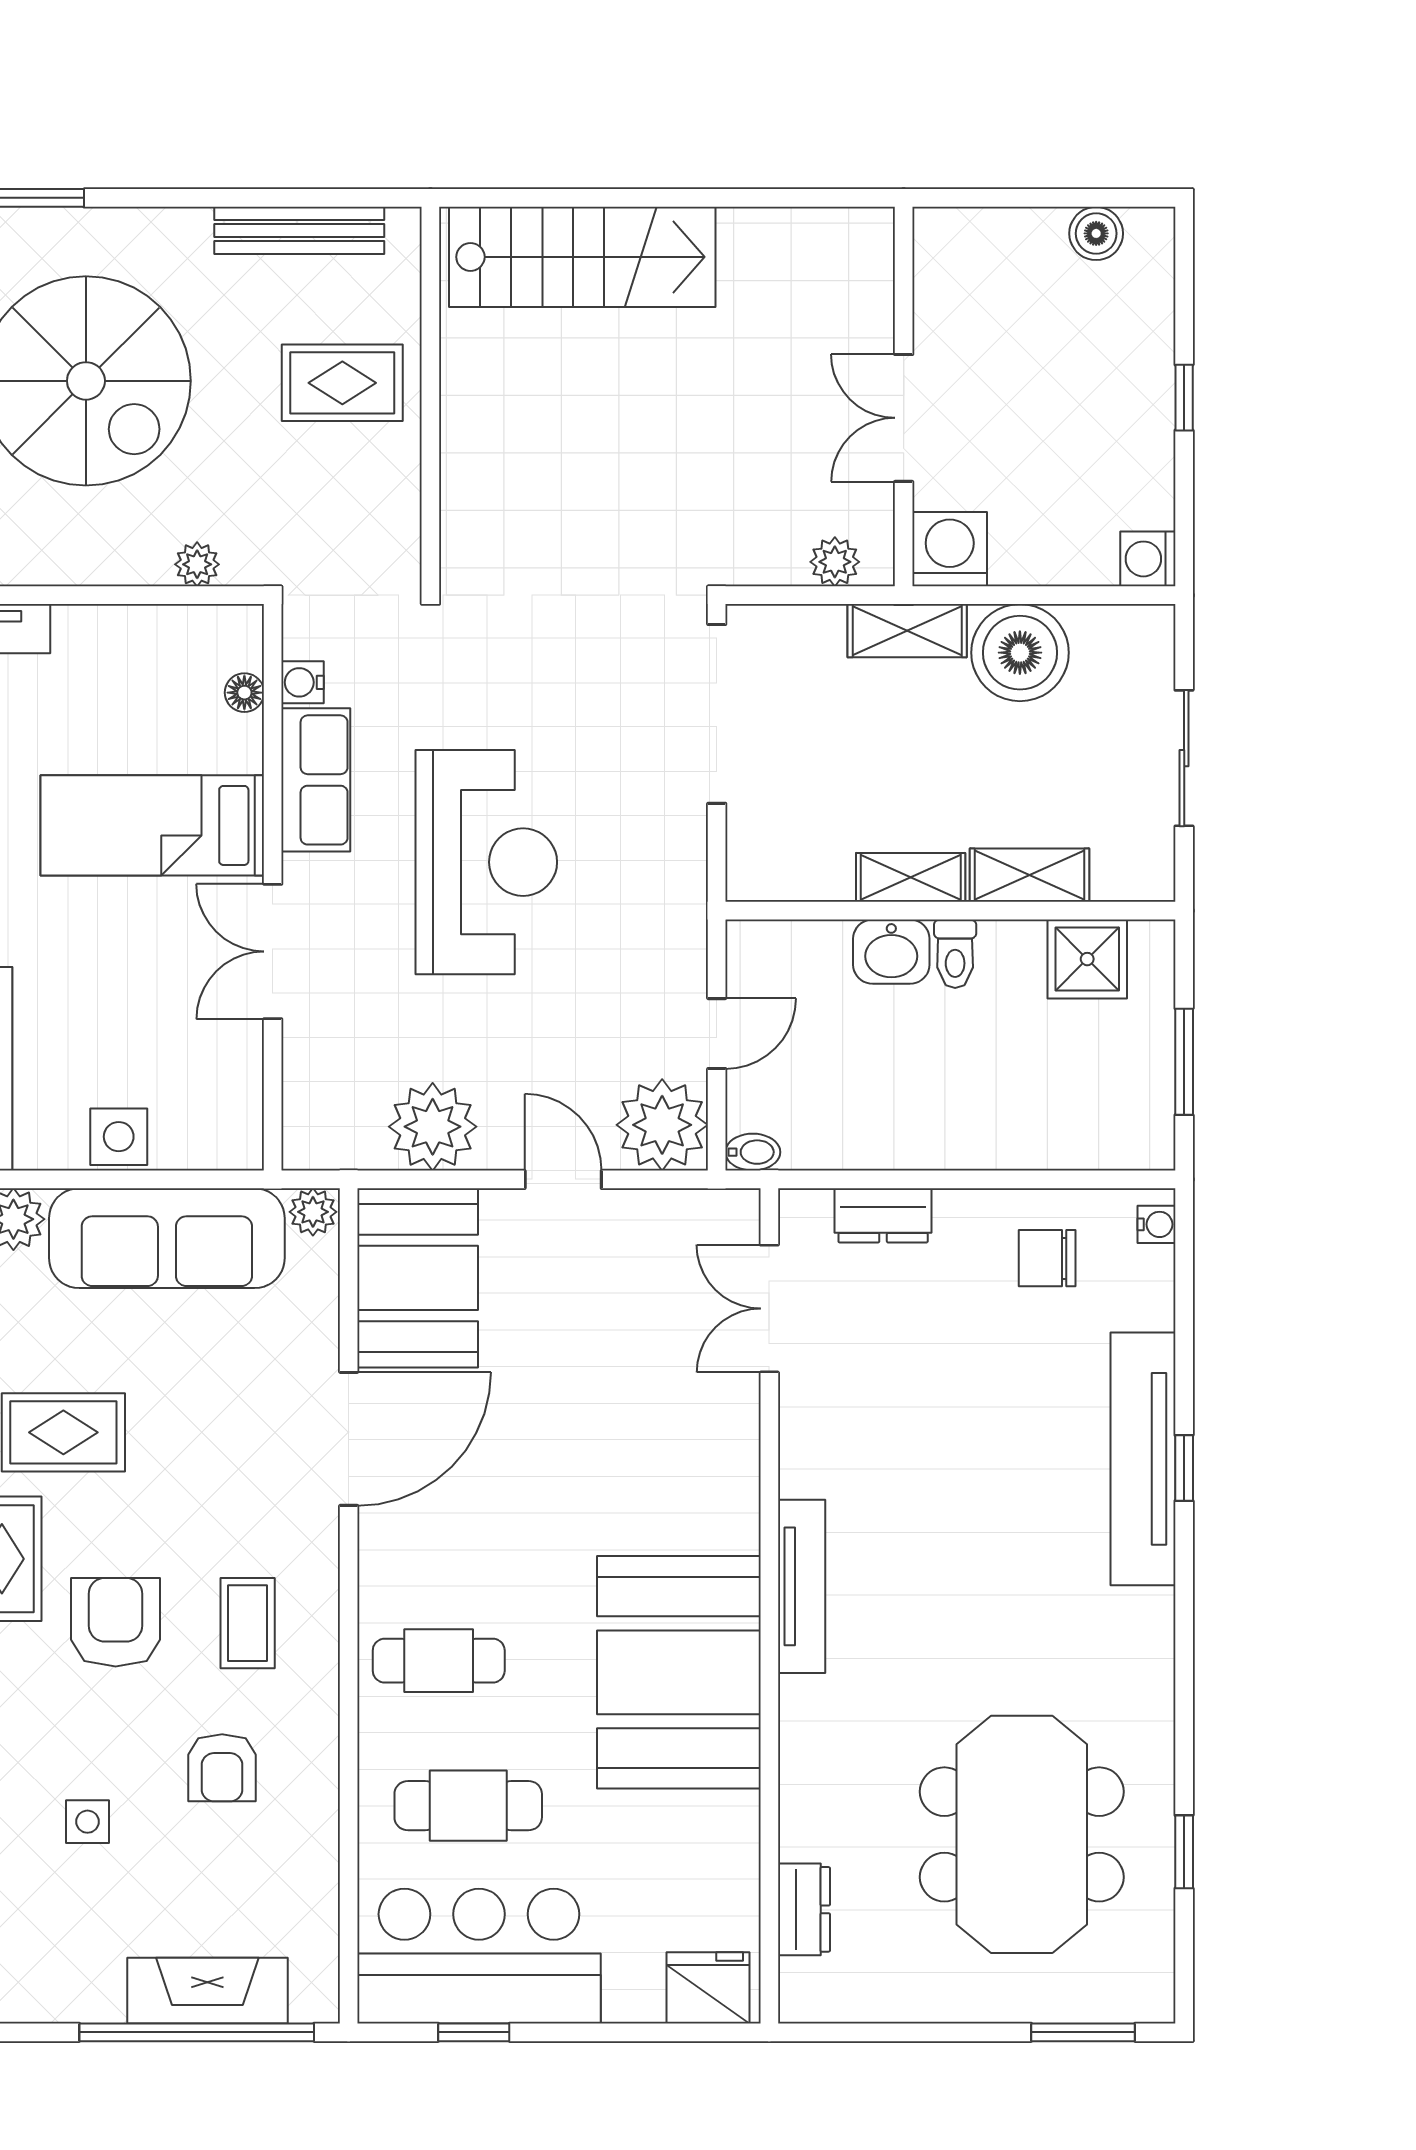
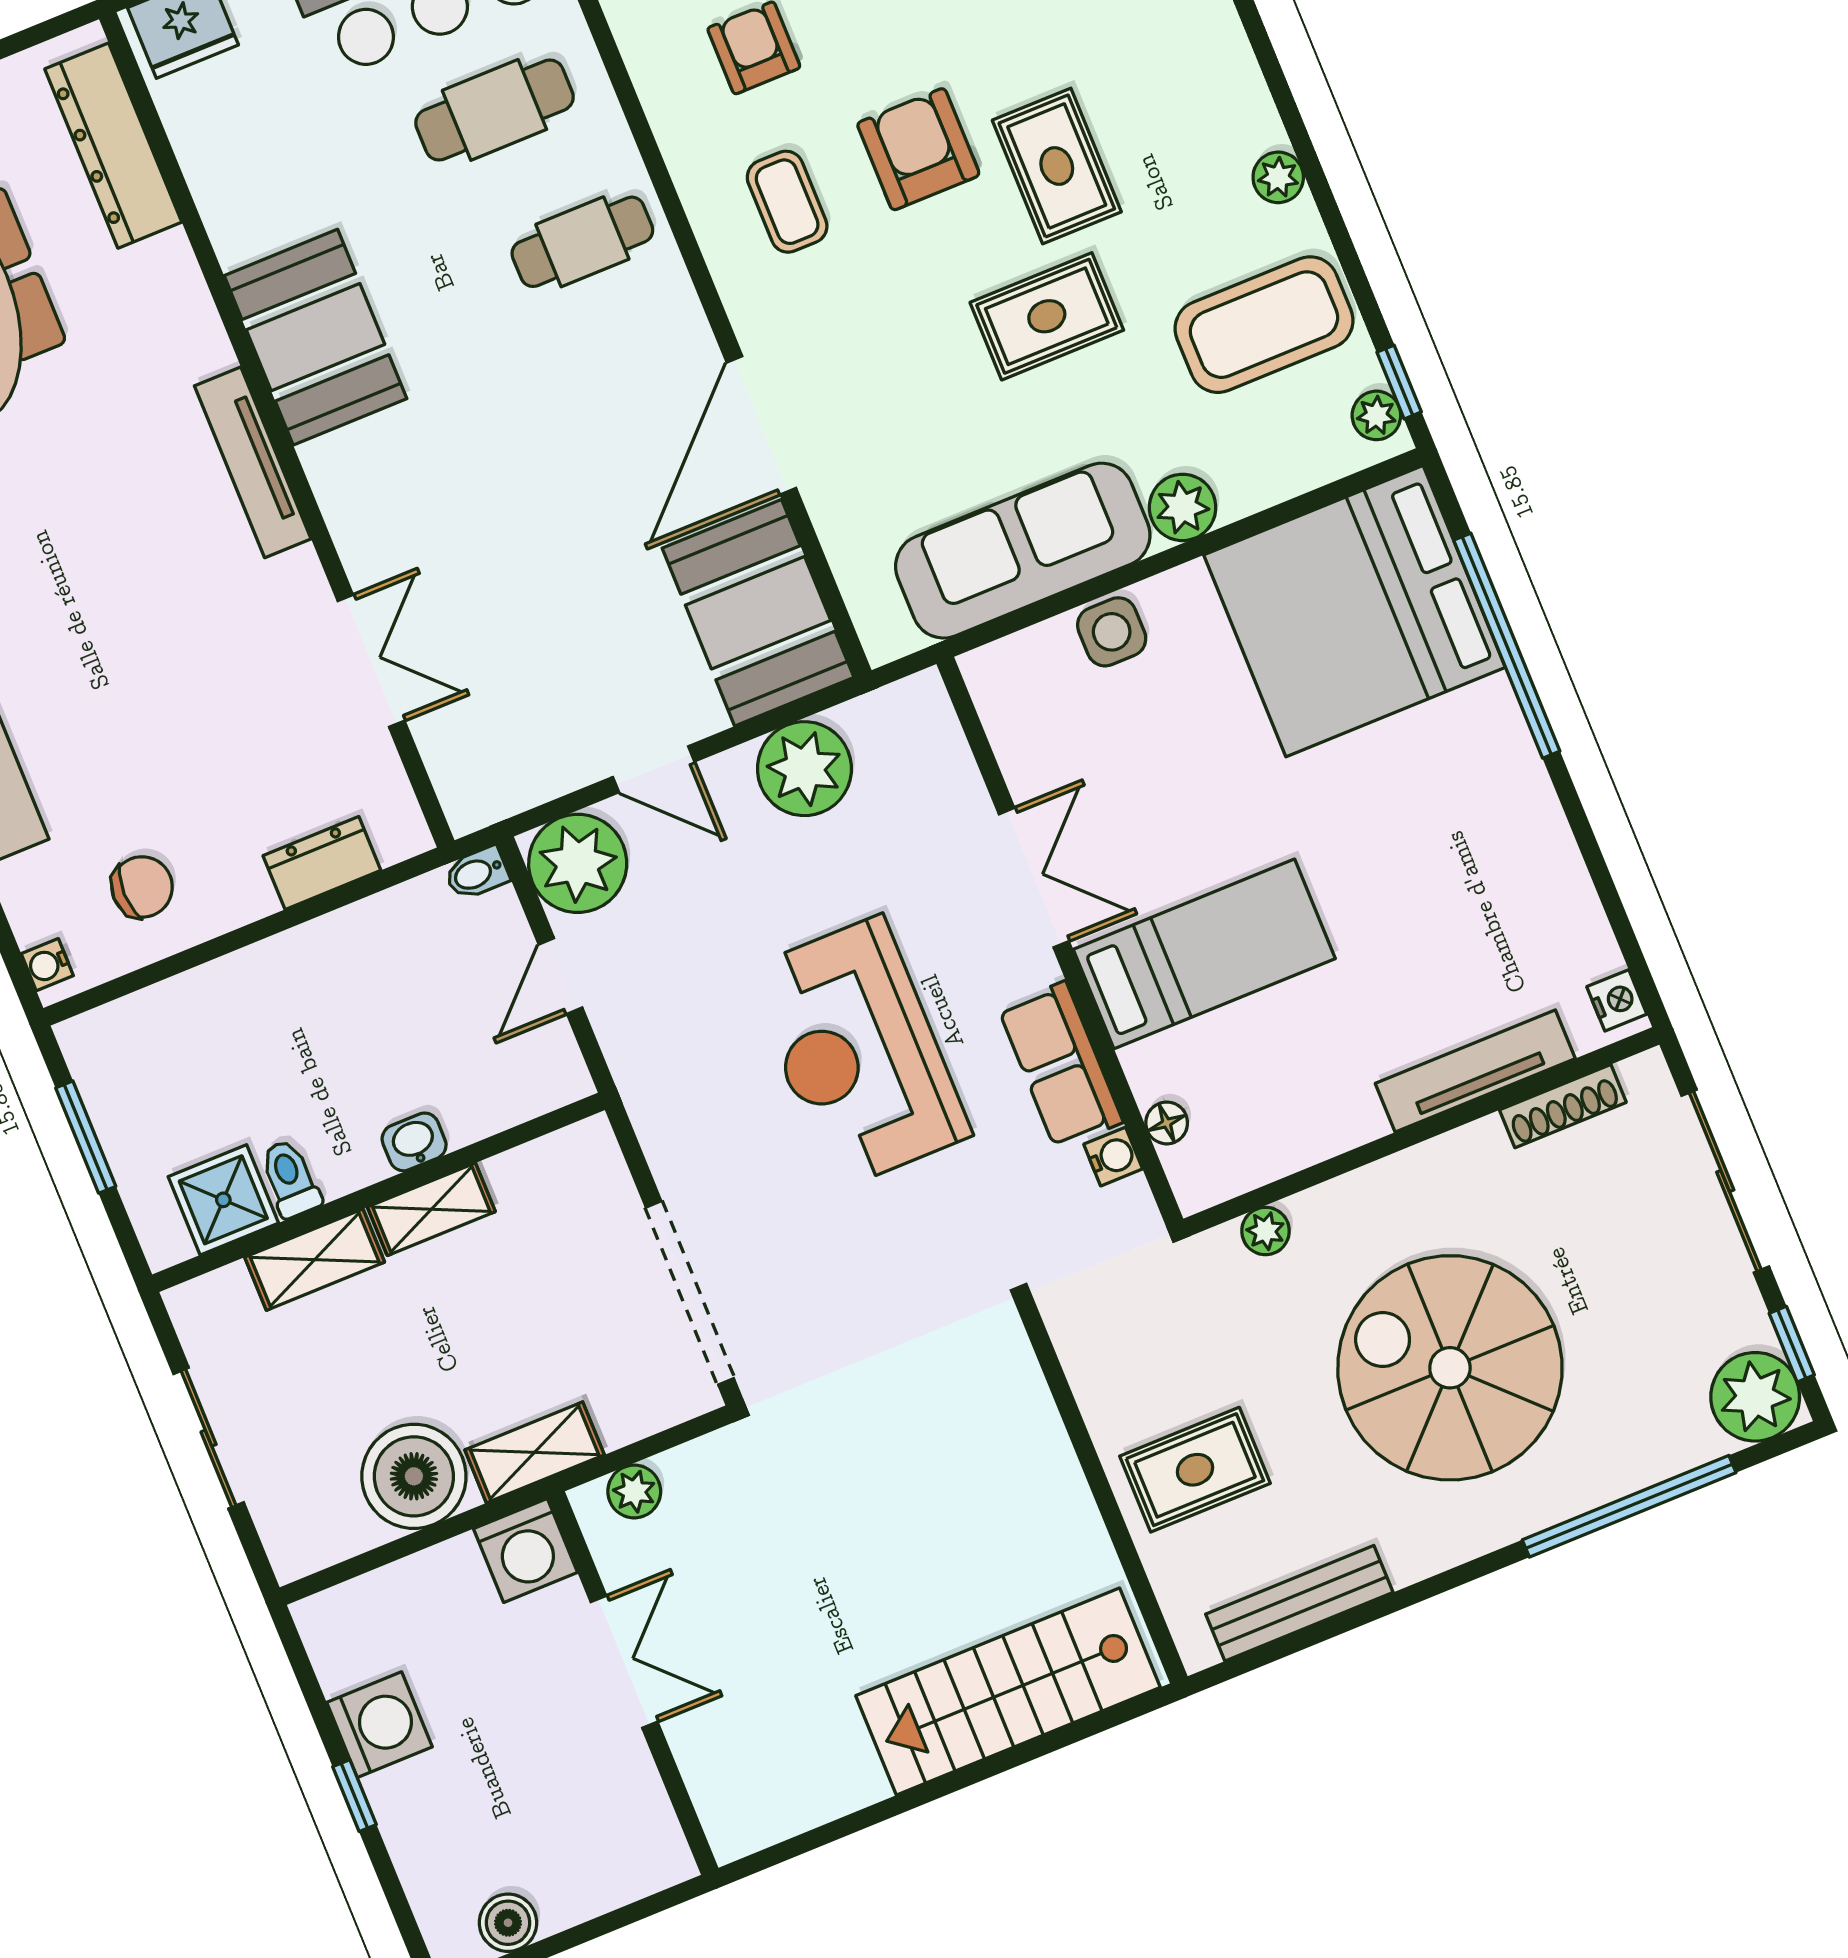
washing machine: (1148, 559) -> (379, 1725), moved, width x1.38, depth x1.38
washbasin: (891, 952) -> (414, 1142), width x0.72, depth x0.69
toilet: (955, 954) -> (290, 1179), moved
plant: (313, 1212) -> (889, 636), removed
double door: (769, 1309) -> (371, 661), moved
armchair: (116, 1622) -> (918, 149), turned 180
booth: (679, 1672) -> (315, 337), width x0.73, depth x0.70
dresser: (804, 1909) -> (113, 146), width x1.96, depth x1.24

